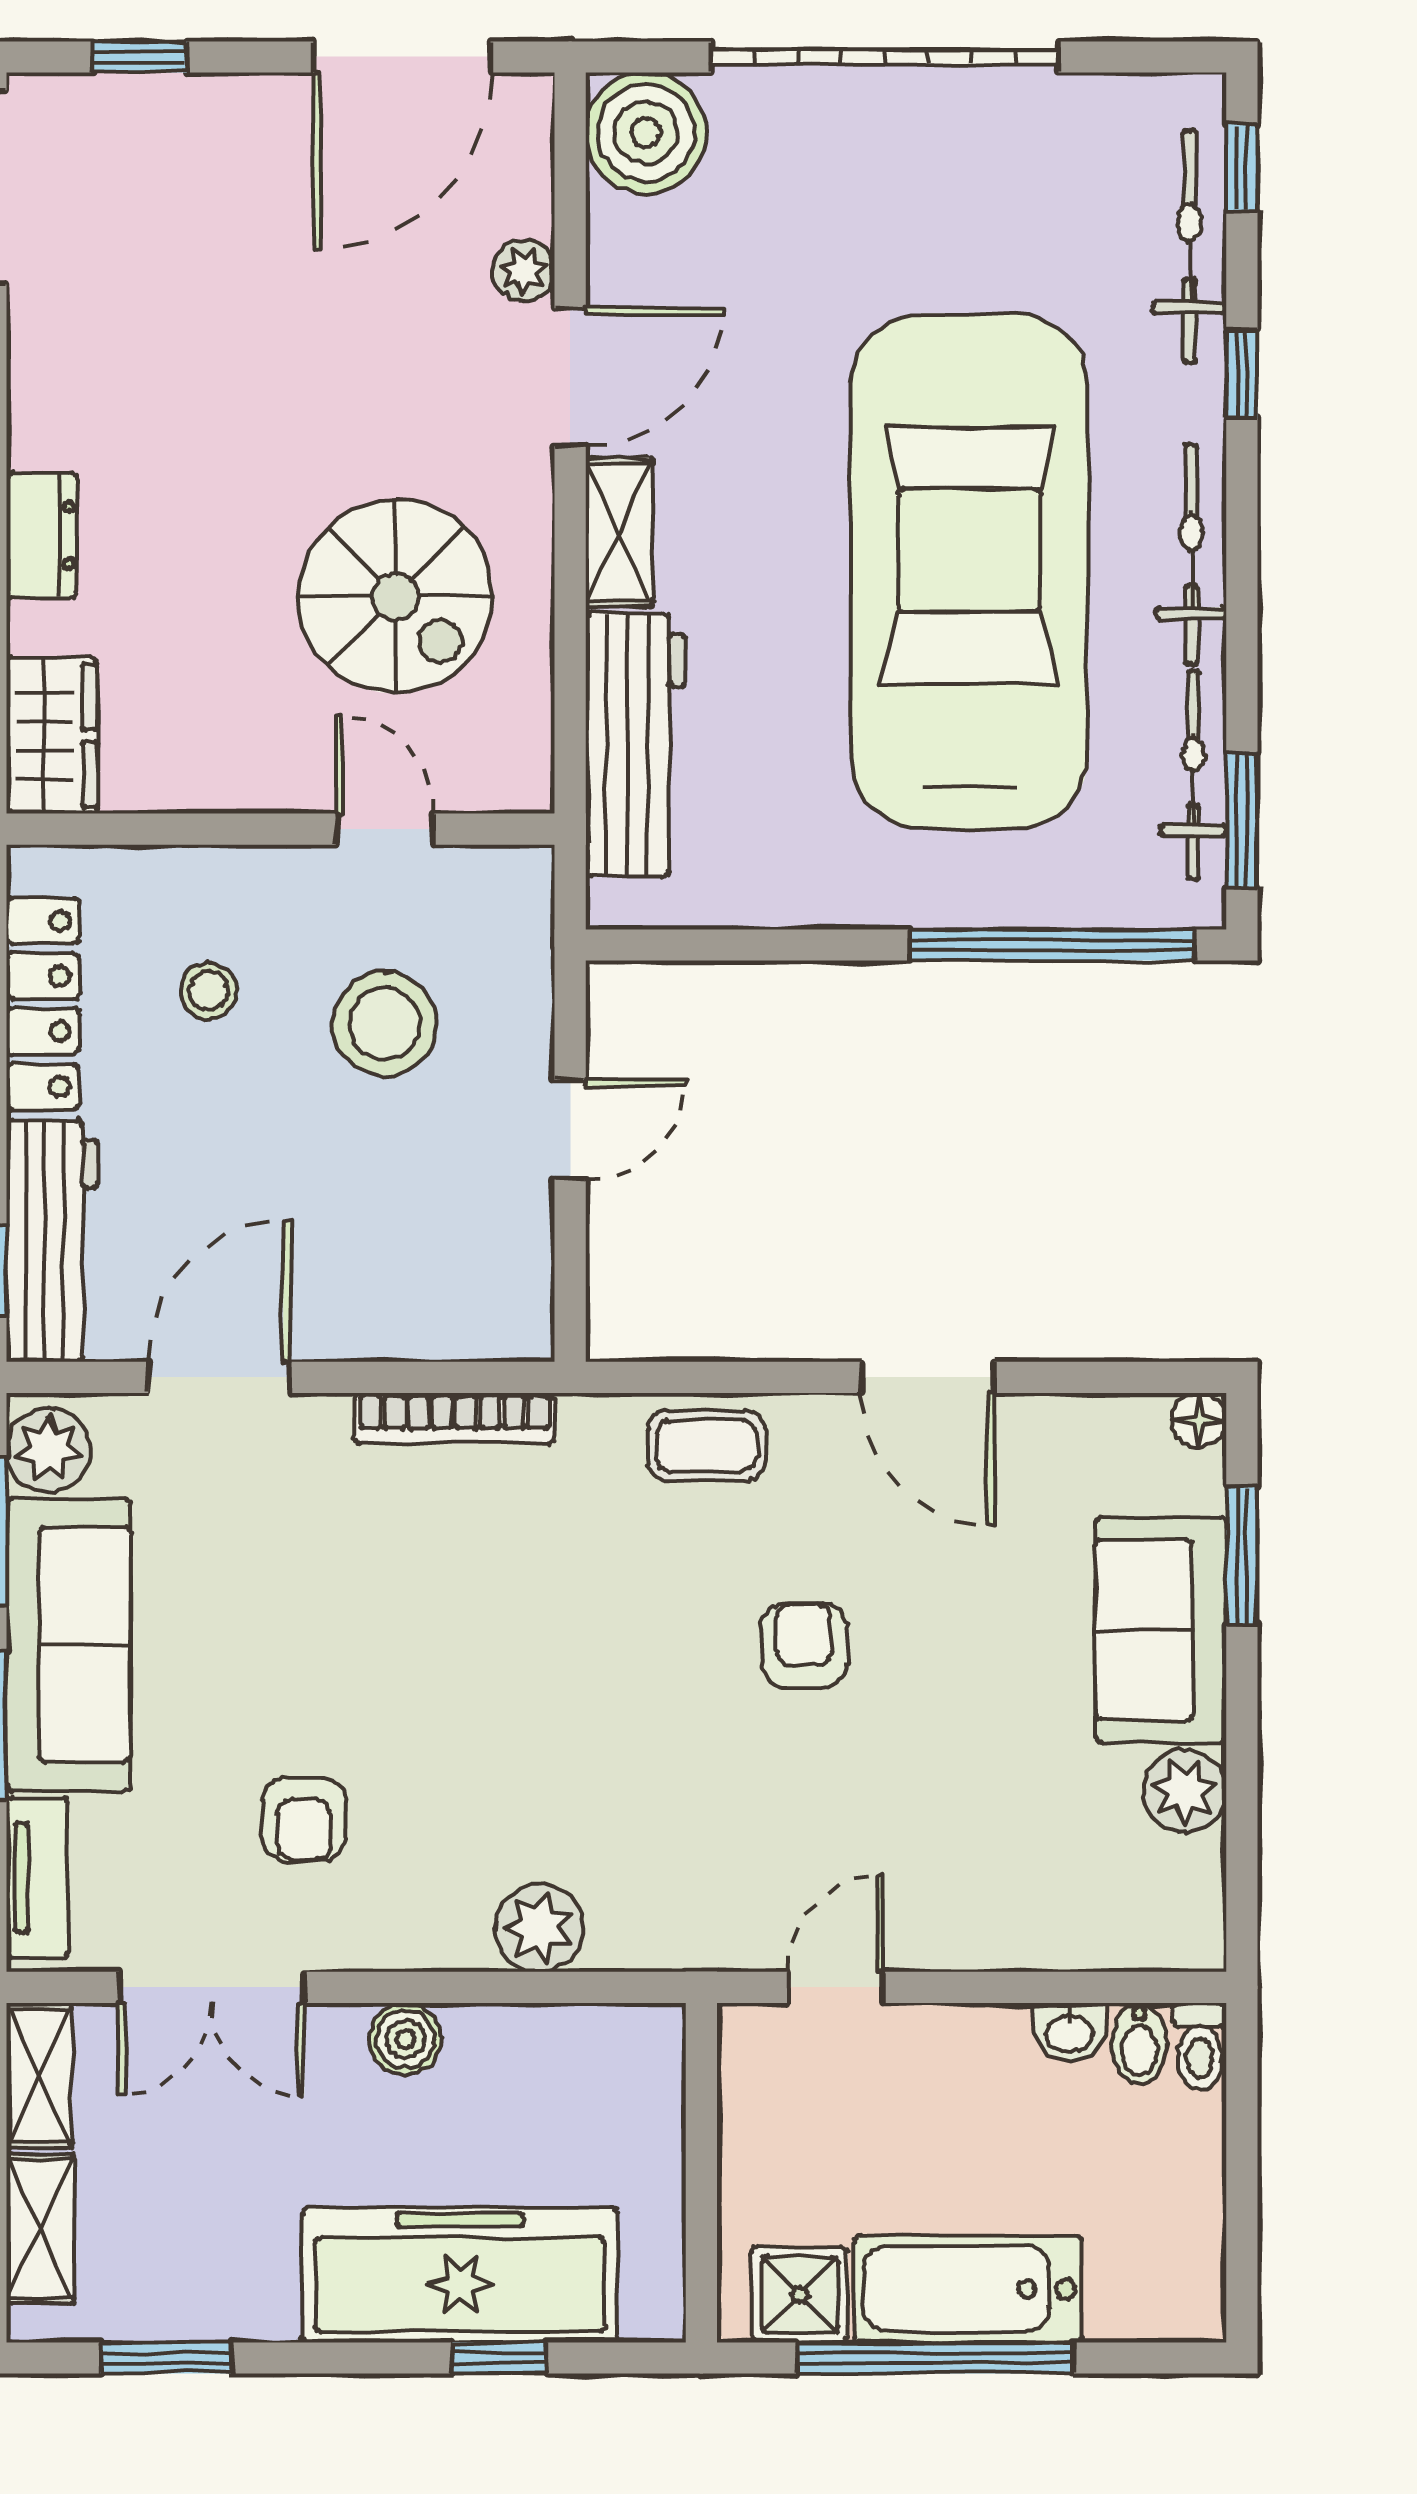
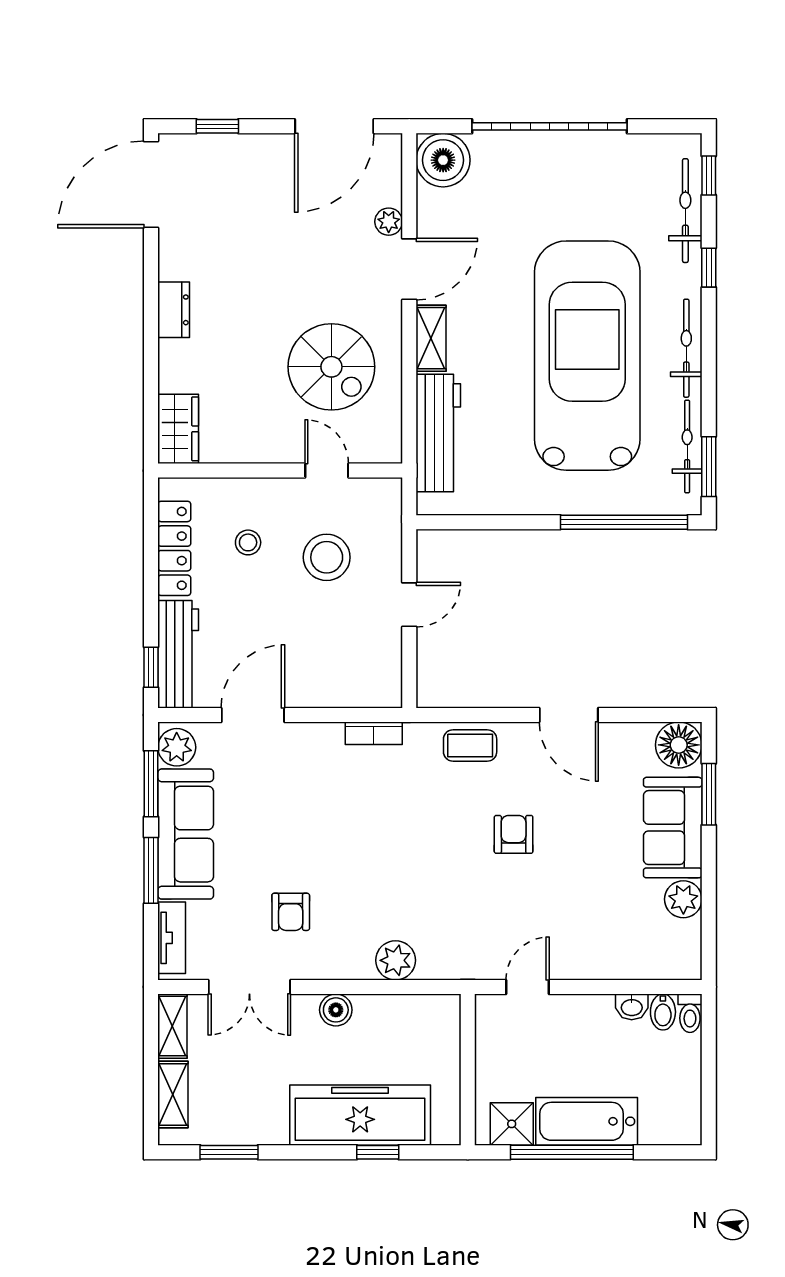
dresser: (41, 535) -> (174, 310), moved
bookcase: (454, 1418) -> (374, 733), width x0.64
floor lamp: (1199, 1420) -> (679, 745), width x1.89, depth x1.89

